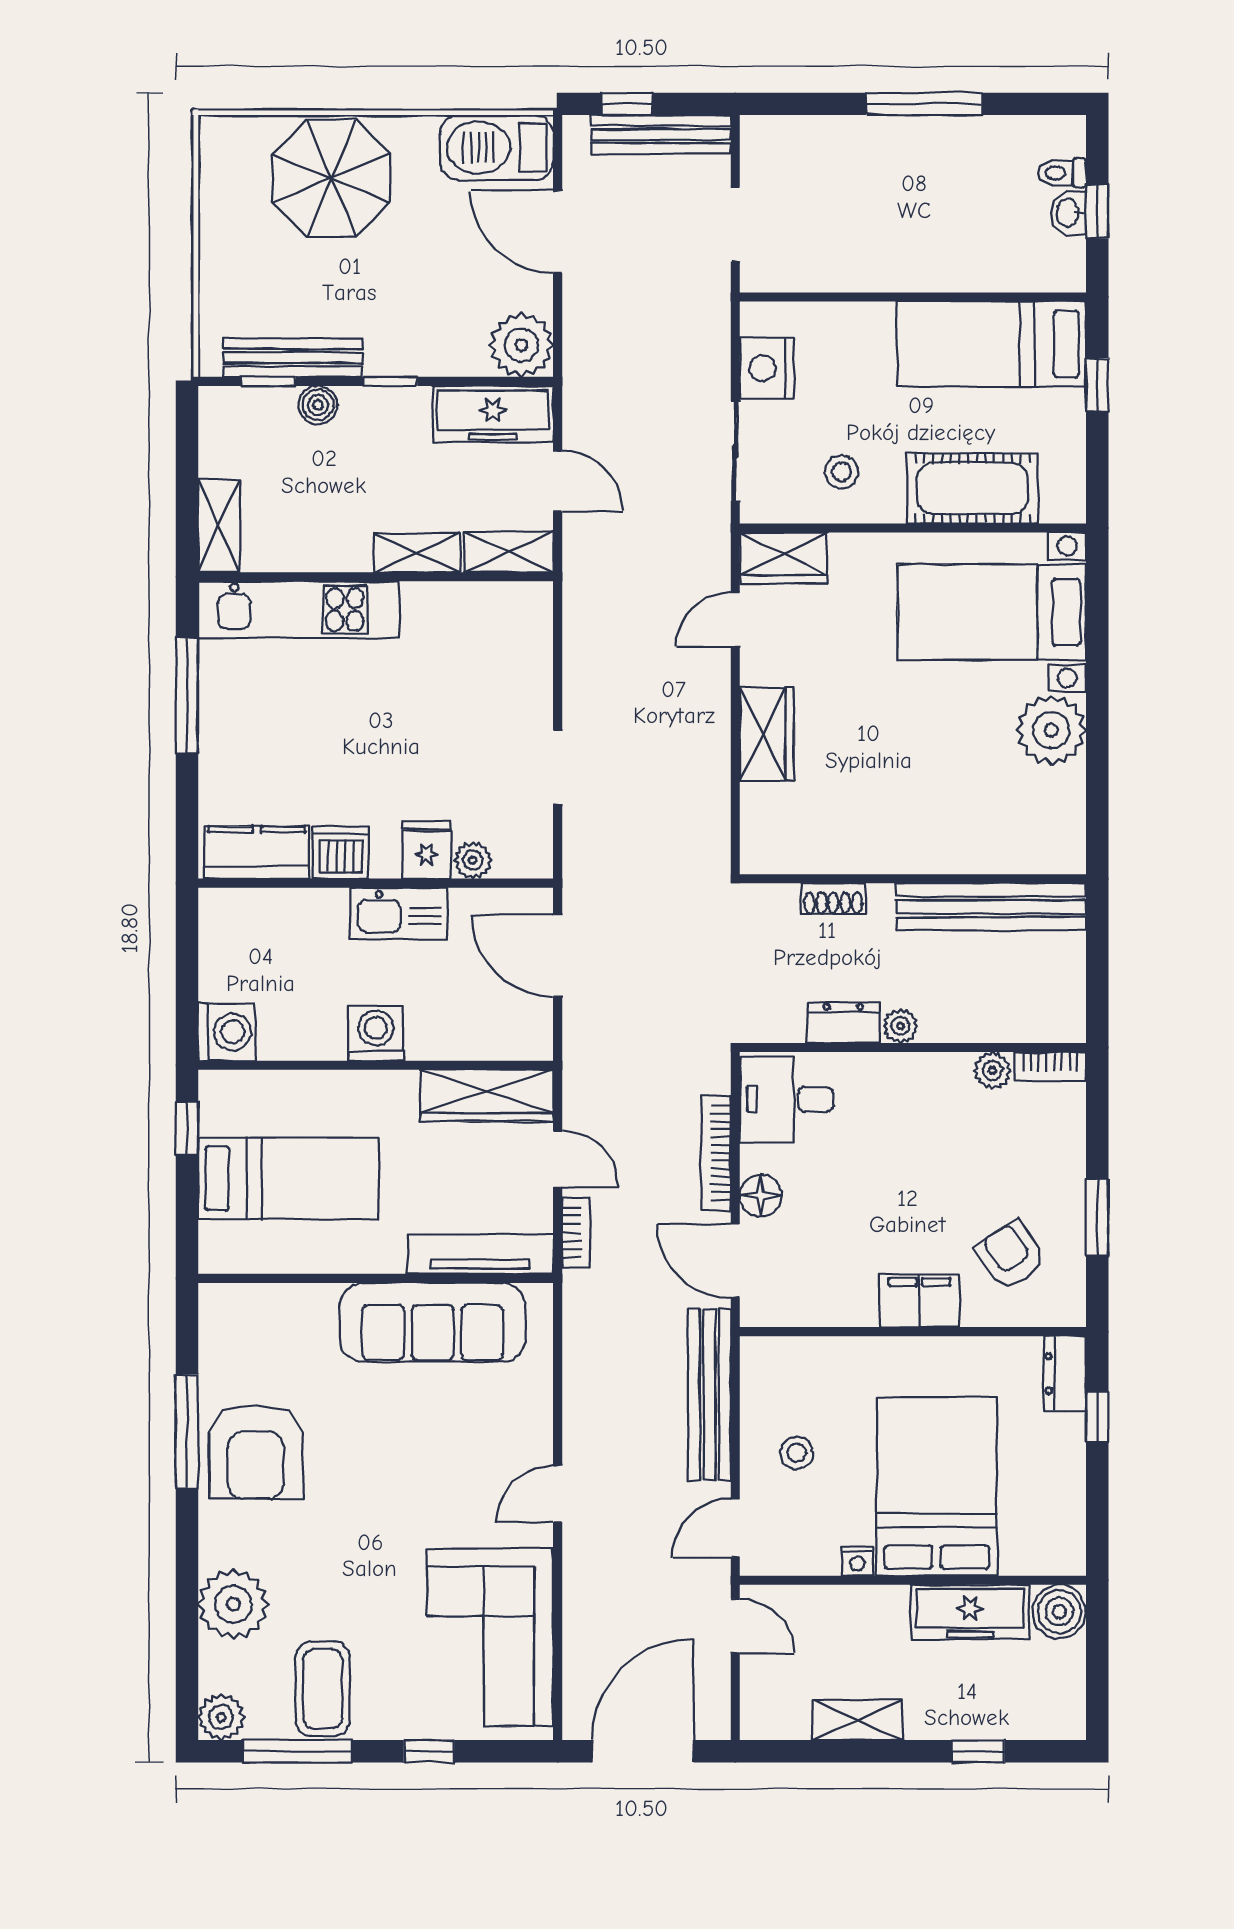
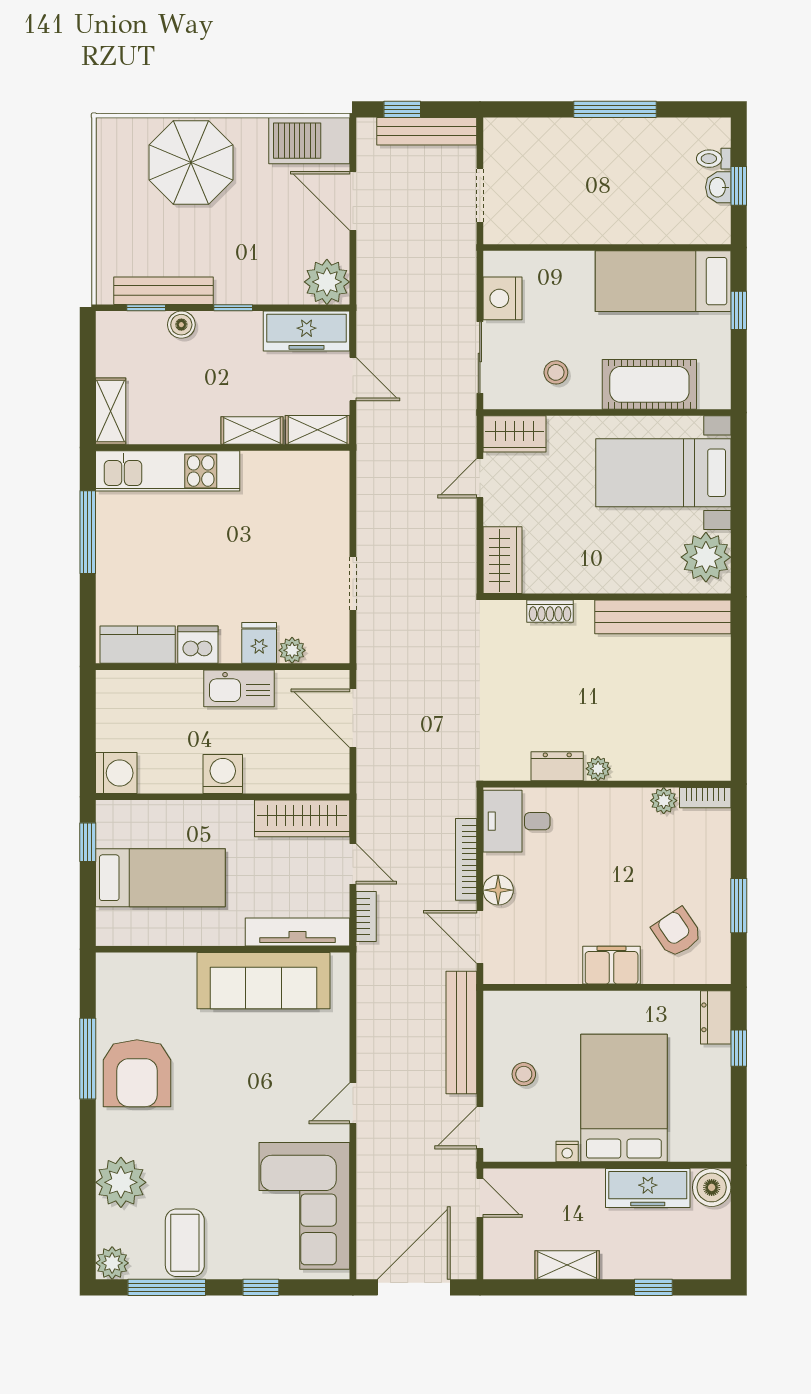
wall: (913, 879) -> (607, 597), moved
shoe rack: (833, 899) -> (550, 611), moved
bench: (991, 907) -> (663, 617), moved

